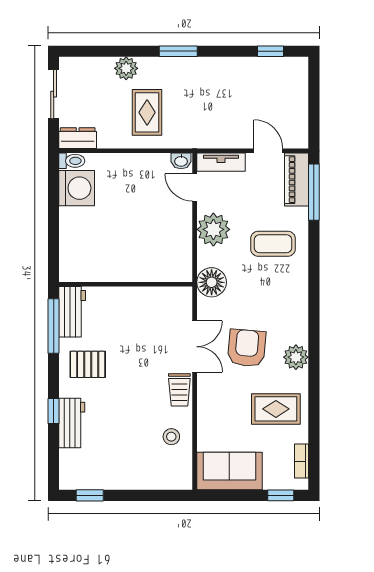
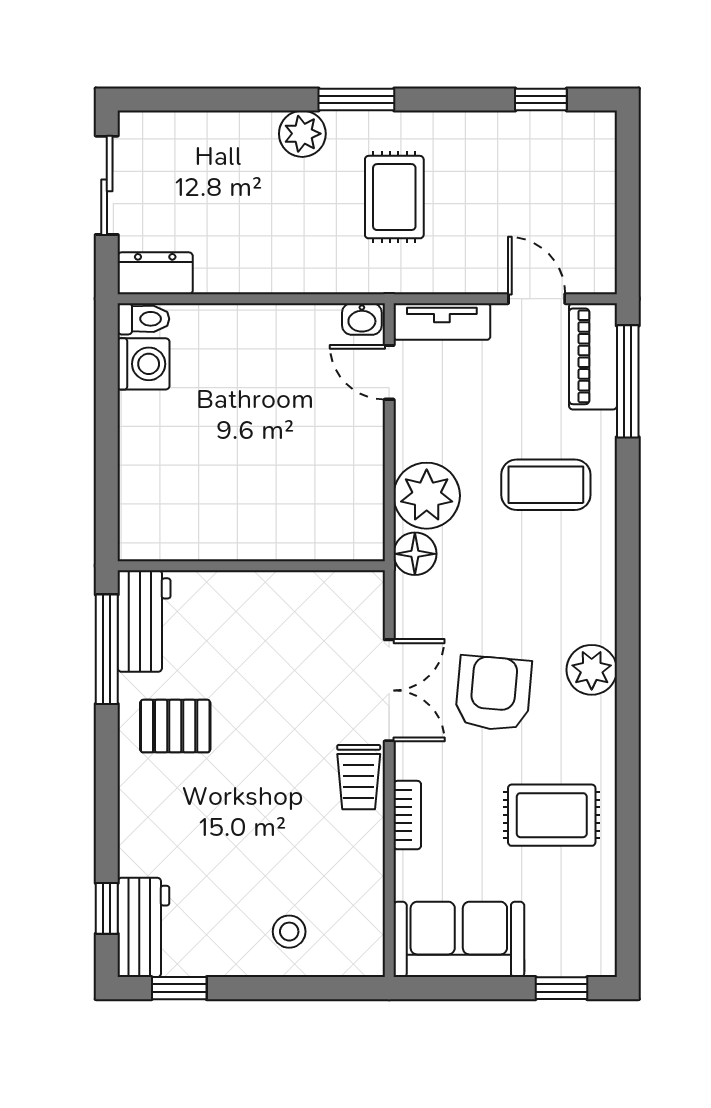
plant: (126, 68) -> (302, 134), moved
rug: (147, 112) -> (394, 197), moved
washing machine: (77, 188) -> (144, 364), width x0.73, depth x0.73
plant: (213, 229) -> (427, 496), moved
floor lamp: (212, 282) -> (415, 554), width x0.73, depth x0.73
plant: (296, 357) -> (592, 670), moved
window: (54, 411) -> (107, 908), moved
workbench: (72, 423) -> (143, 927), moved
stool: (171, 437) -> (289, 932), moved
bookcase: (302, 461) -> (407, 815), moved, turned 180

